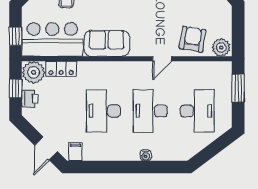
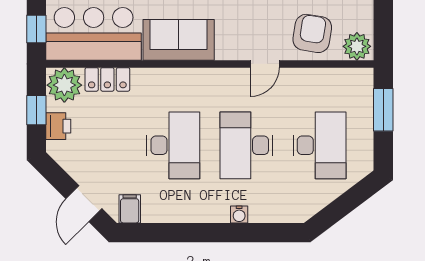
desk: (103, 111) -> (173, 145), turned 180

